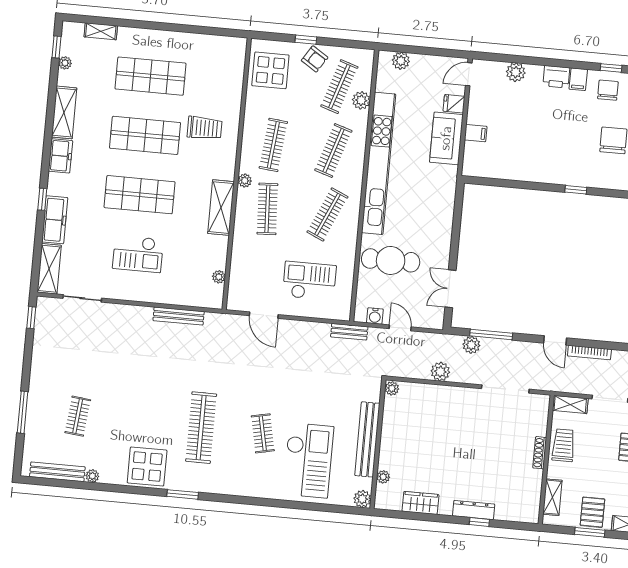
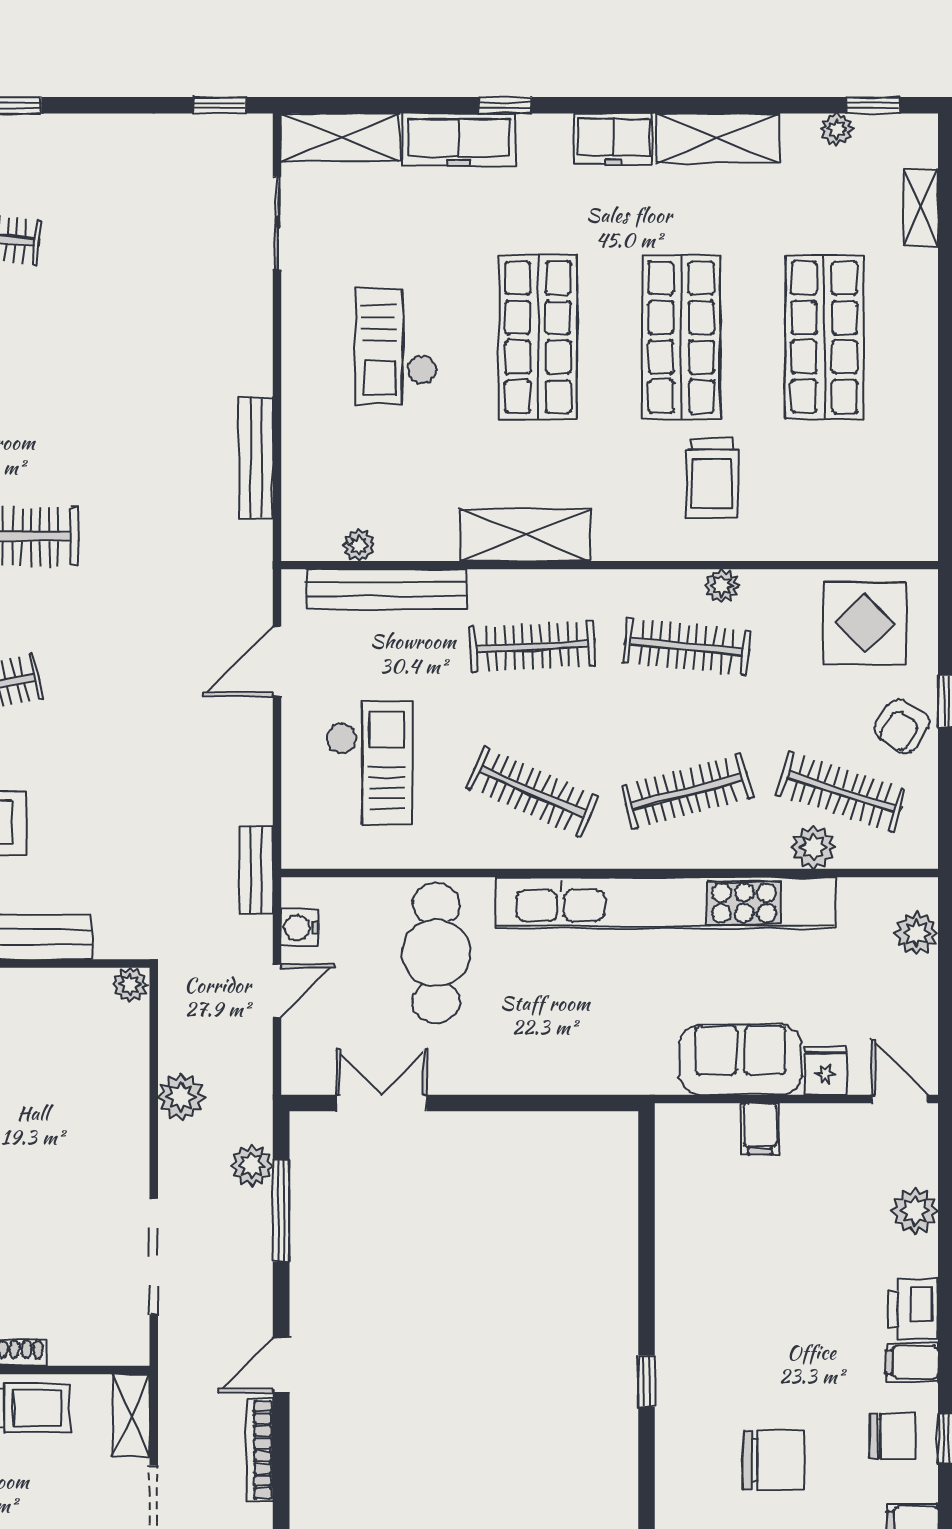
clothes rail: (333, 150) -> (687, 792), turned -33
plant: (245, 181) -> (722, 586), moved
bench: (238, 267) -> (386, 589), added

